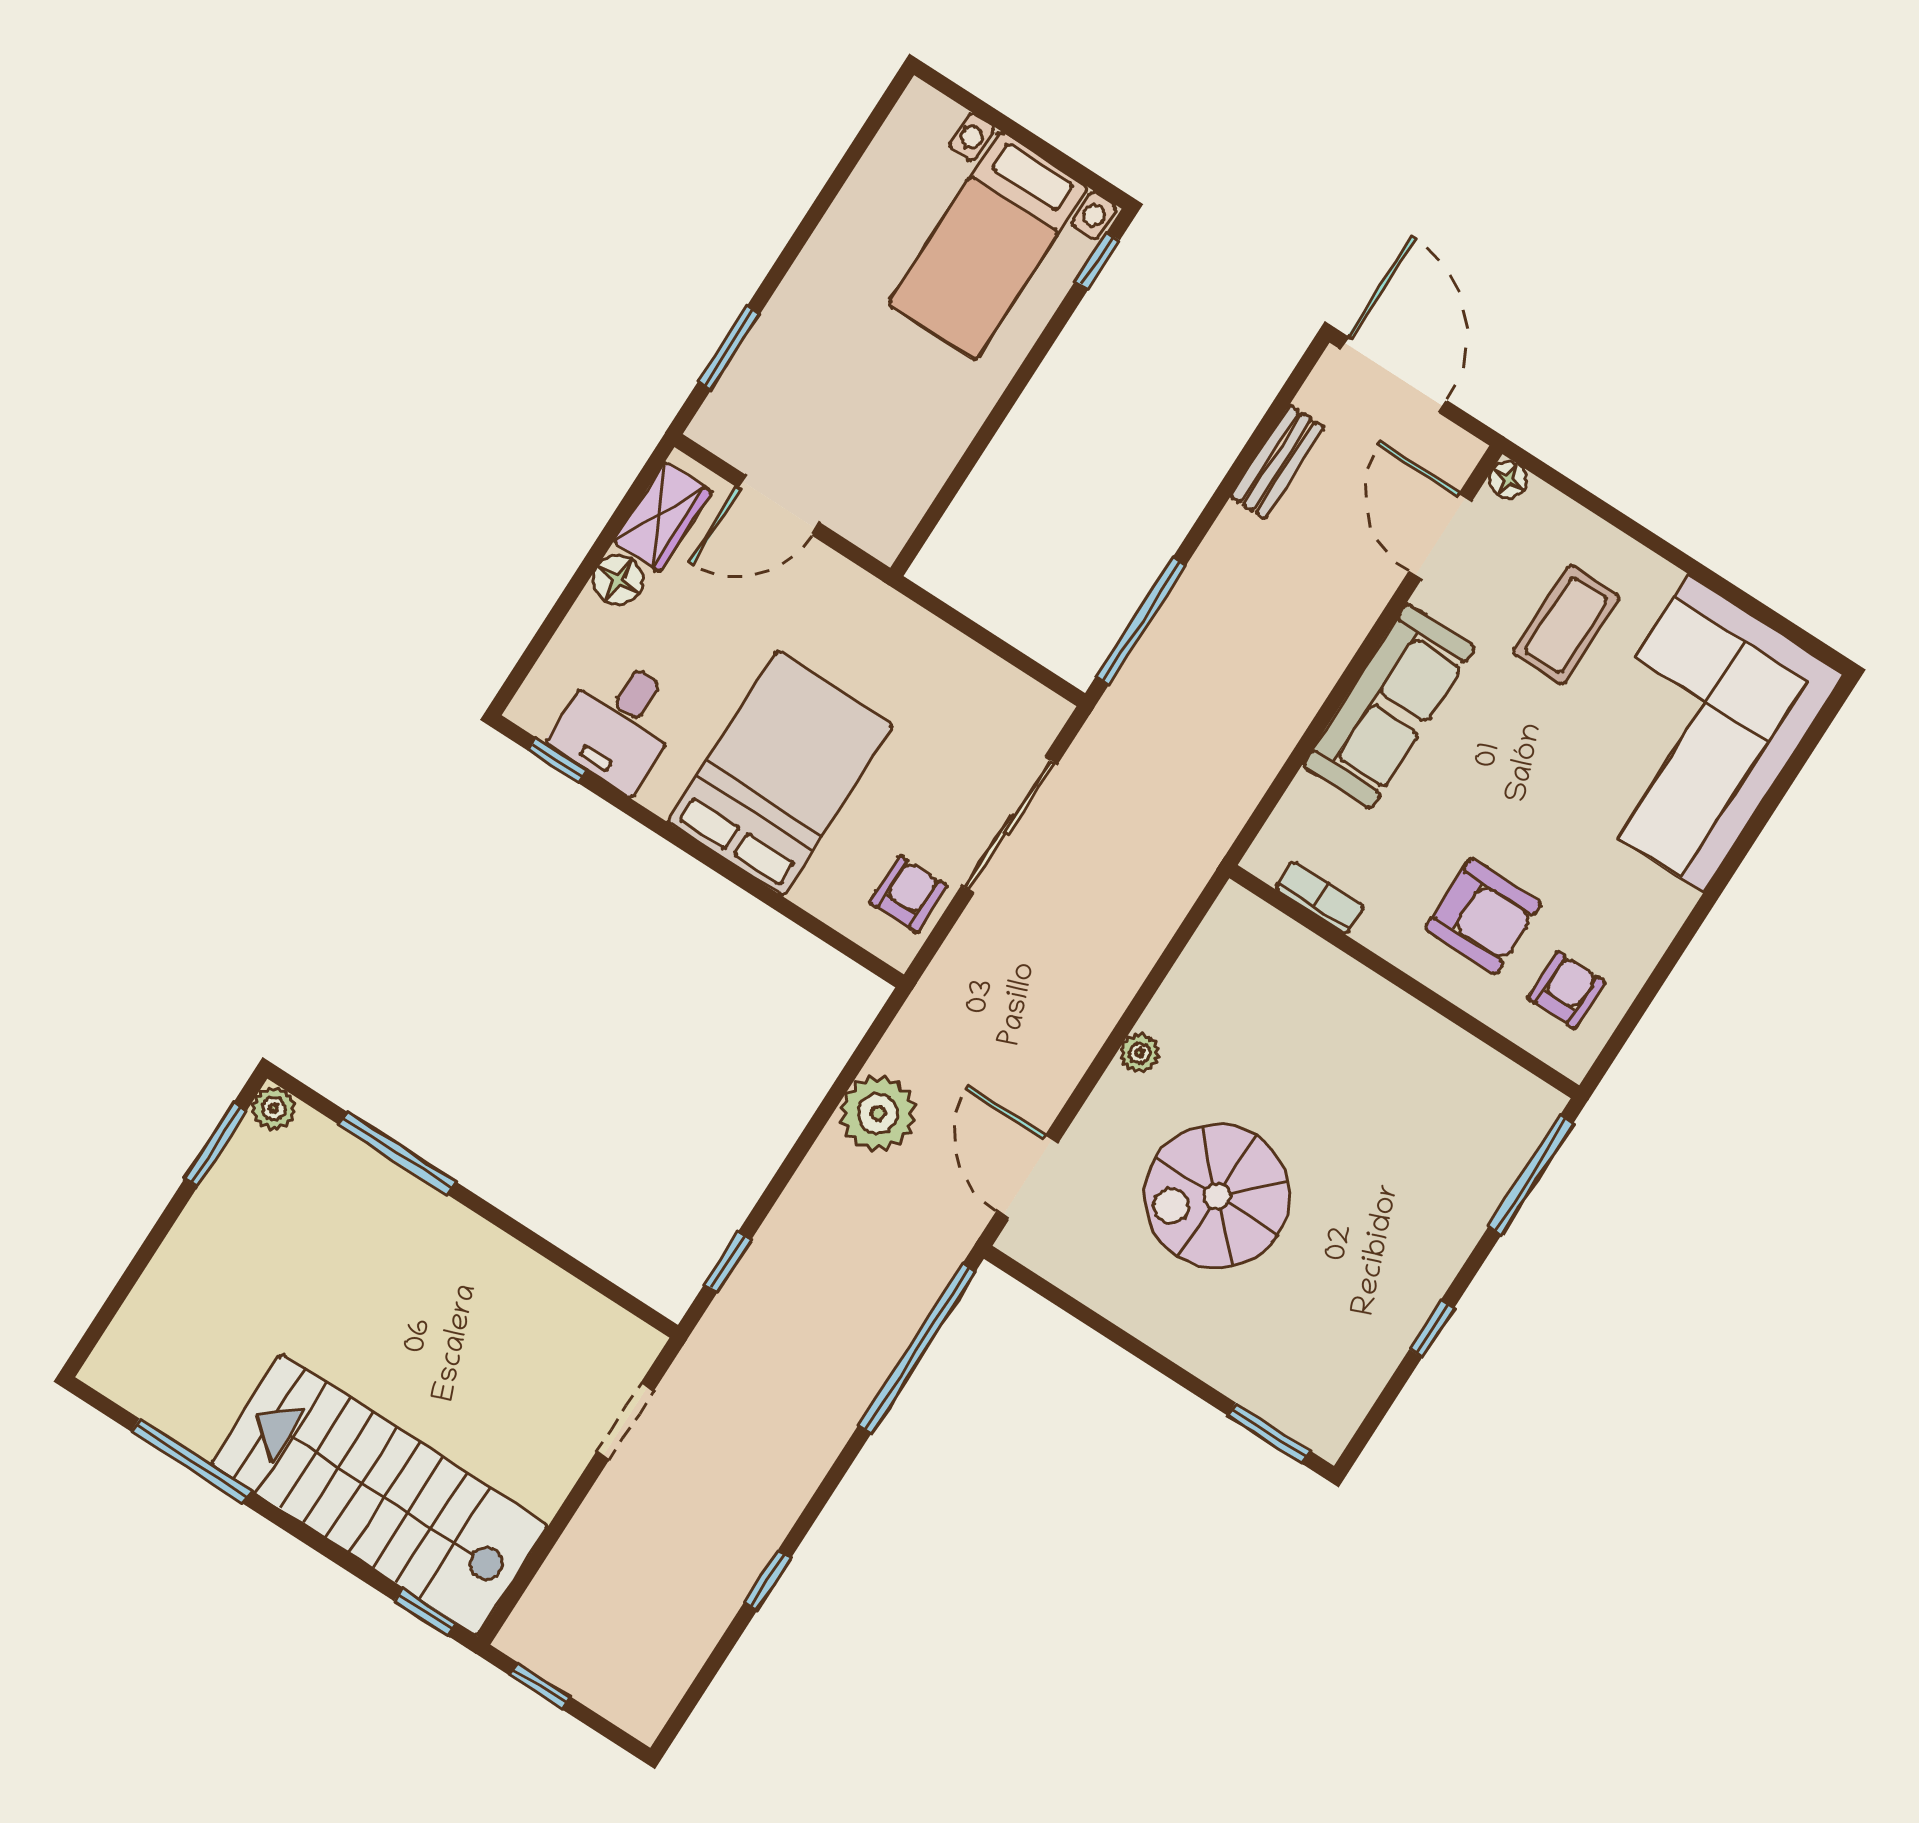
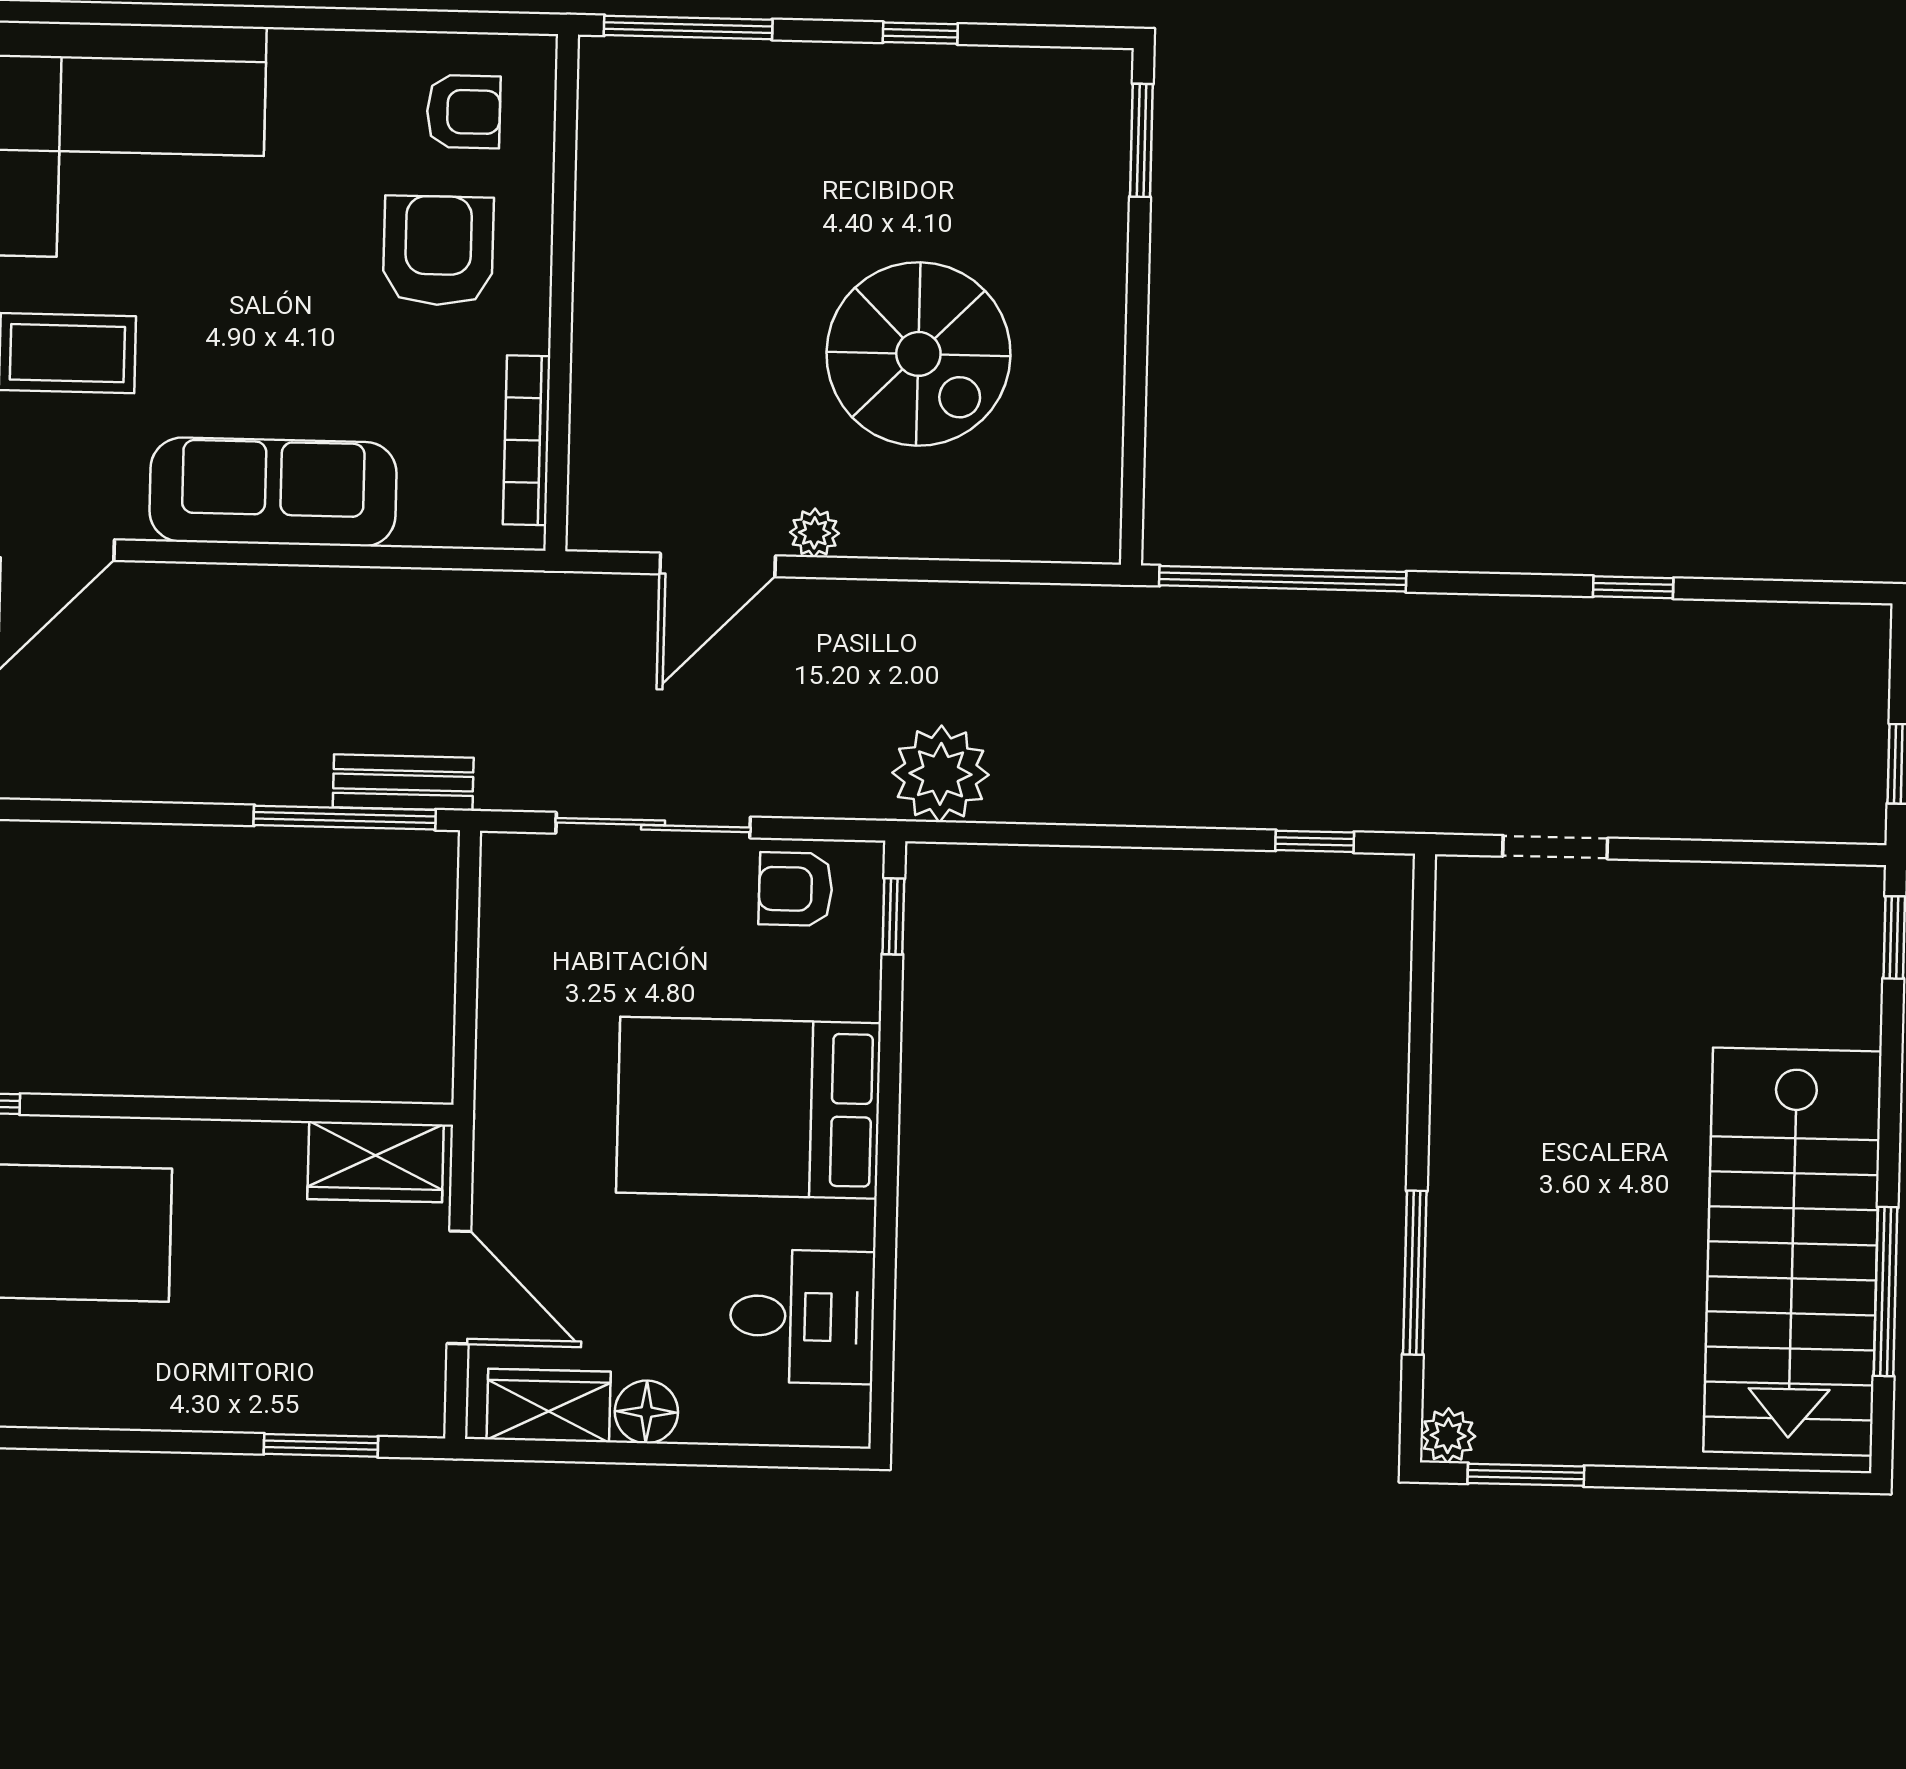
bench: (1277, 462) -> (403, 783), moved
wardrobe: (897, 501) -> (376, 1162), added
window: (557, 760) -> (893, 916), moved
bookcase: (1320, 898) -> (527, 440), width x1.56
armchair: (1566, 990) -> (464, 112), turned 180
plant: (878, 1114) -> (941, 774), moved
door: (1027, 1177) -> (718, 565), moved
stairs: (379, 1494) -> (1792, 1252), moved

